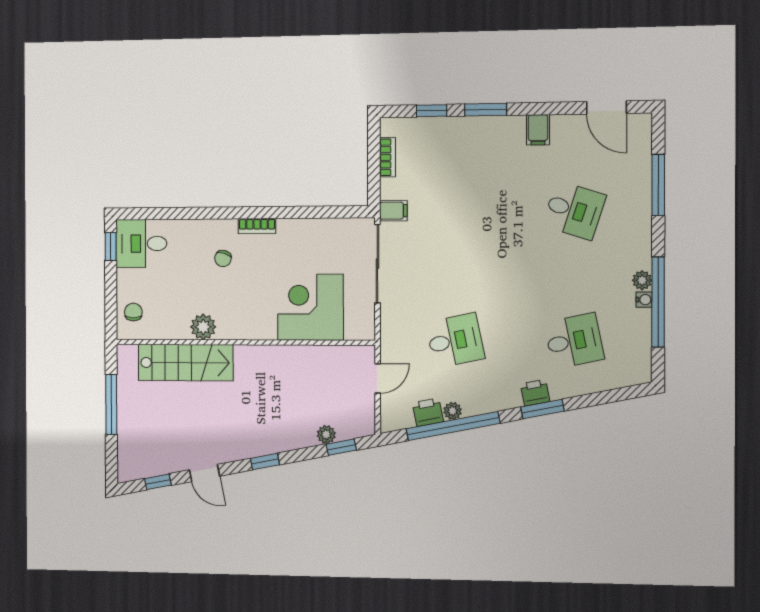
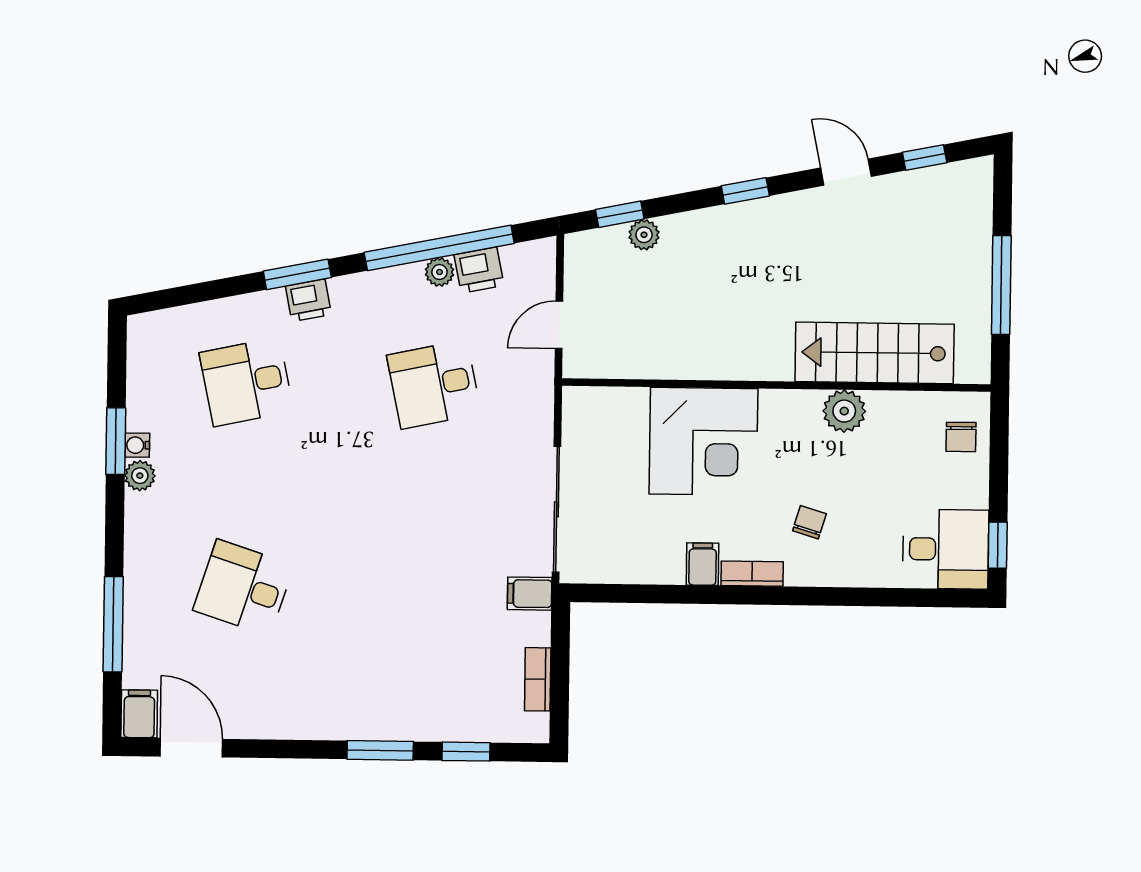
filing cabinet: (538, 130) -> (139, 714), moved
filing cabinet: (287, 231) -> (703, 564), added
window: (658, 302) -> (116, 441), width x0.47
corner desk: (310, 307) -> (704, 441), moved

